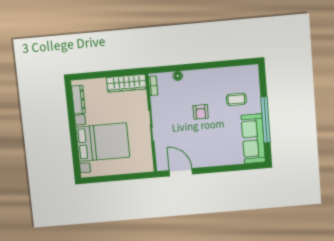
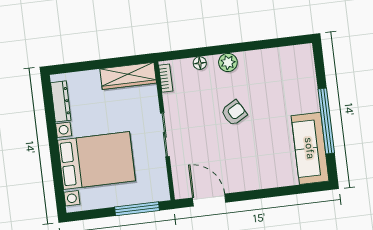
plant: (198, 76) -> (228, 62), added
coffee table: (236, 99) -> (284, 93), removed
armchair: (201, 112) -> (234, 113), turned -120
window: (130, 177) -> (137, 209), added

